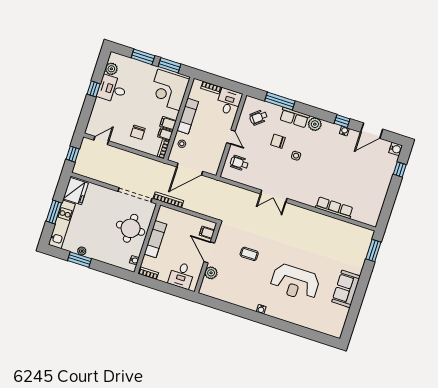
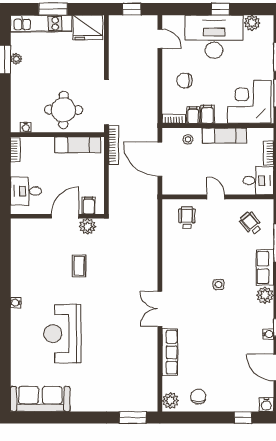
desk: (112, 89) -> (214, 37), width x1.87, depth x1.30
door: (231, 137) -> (216, 197), swing flipped
chair: (278, 141) -> (198, 397), moved
double door: (274, 196) -> (160, 309), moved
plant: (370, 219) -> (170, 401), added
exam couch: (155, 239) -> (78, 145), moved
plant: (211, 273) -> (87, 227), moved
sofa: (346, 289) -> (40, 399), moved, width x1.36

